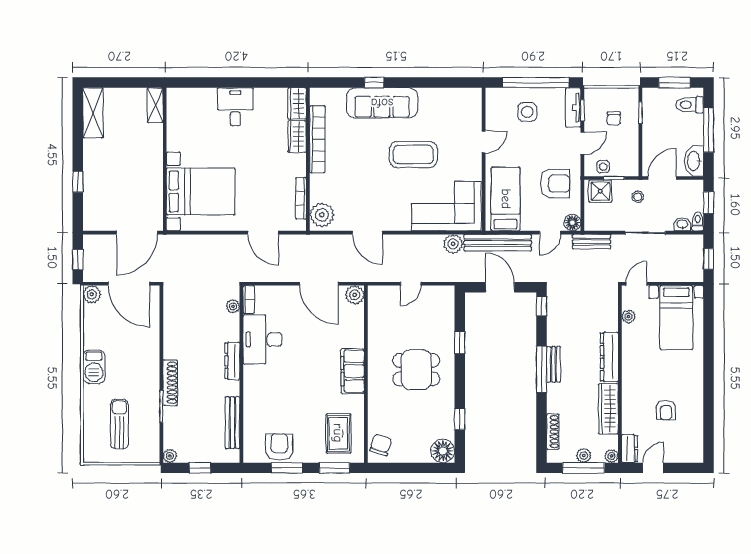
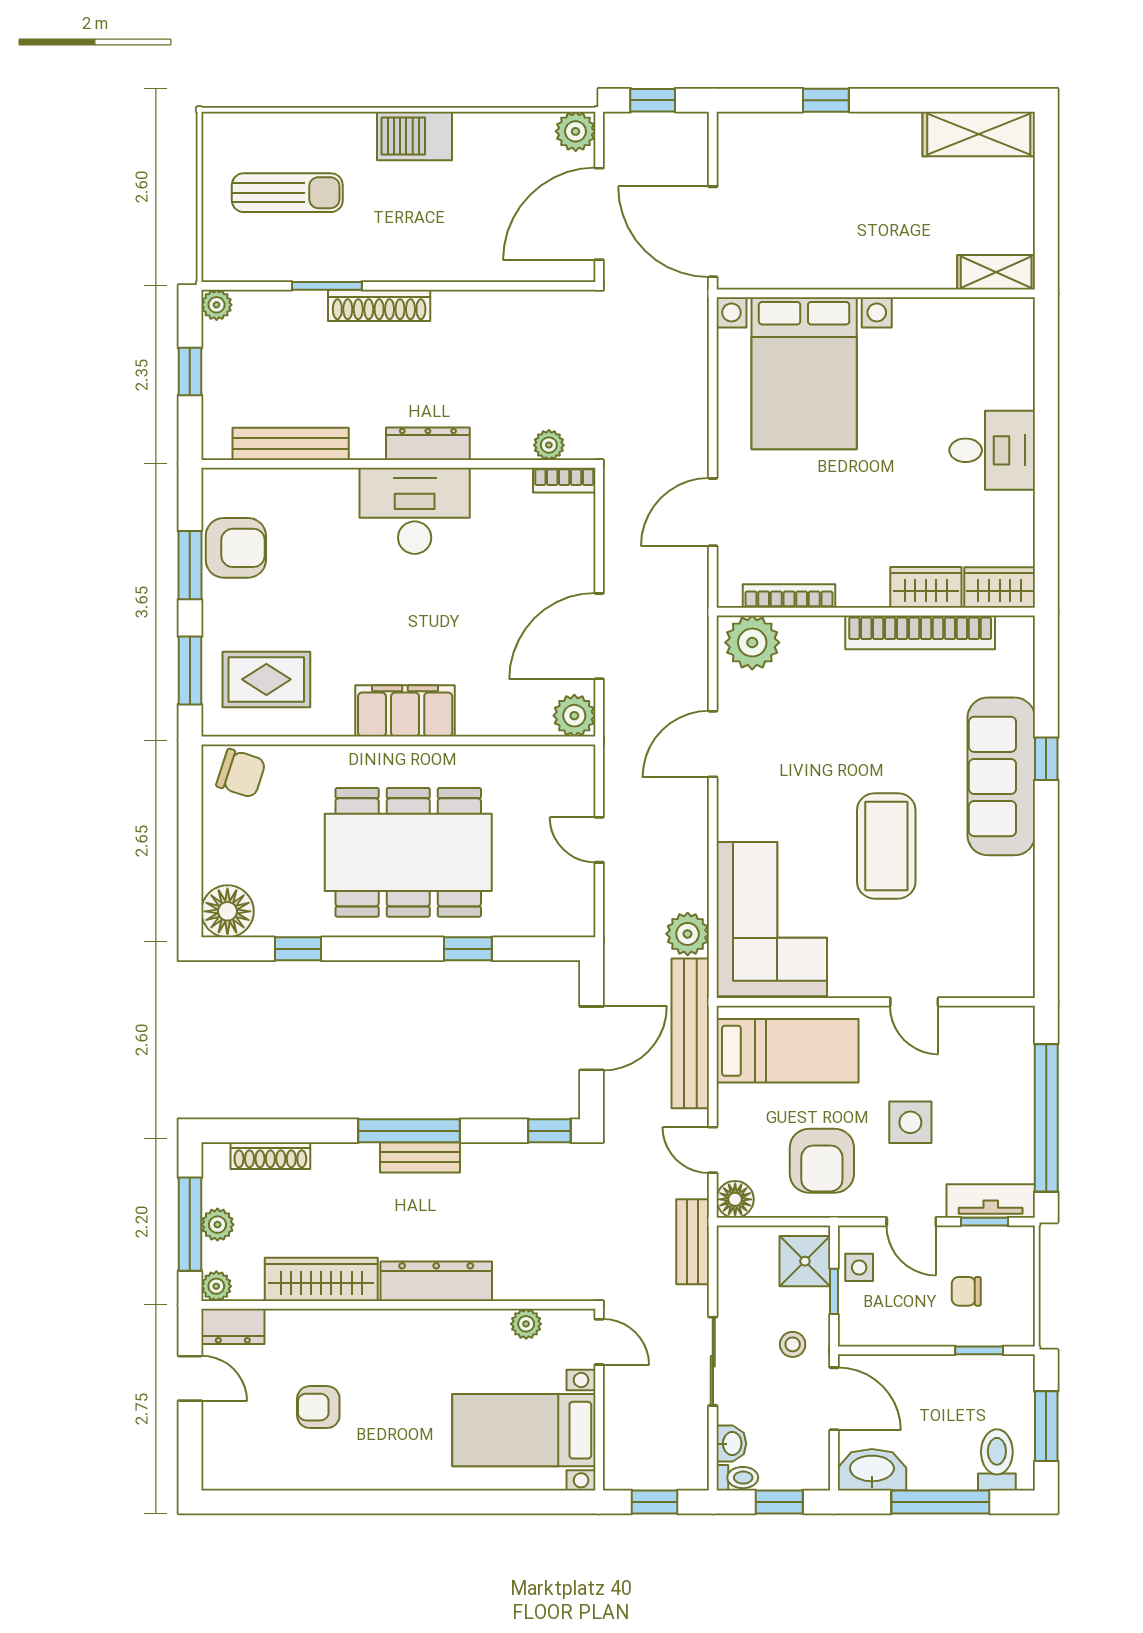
side table: (527, 112) -> (910, 1122), moved
desk: (263, 340) -> (415, 511), moved
dining table: (416, 370) -> (408, 852), width x1.88, depth x1.24

